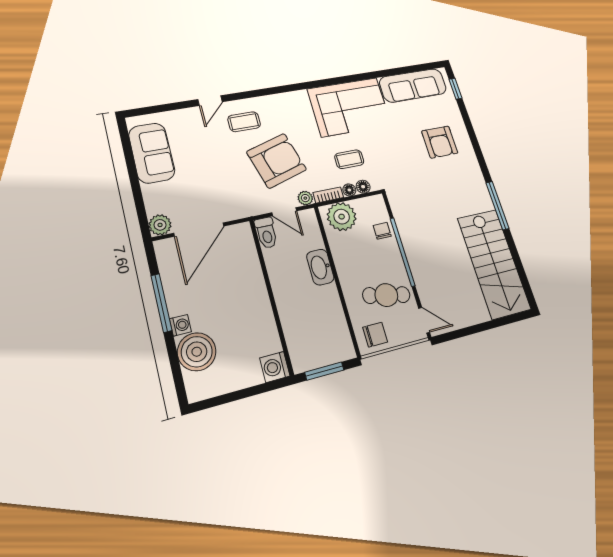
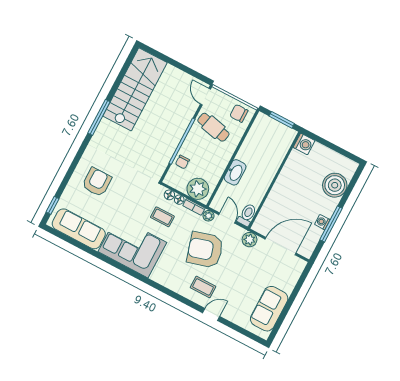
plant: (160, 225) -> (249, 240), moved
washing machine: (180, 325) -> (322, 222), moved

